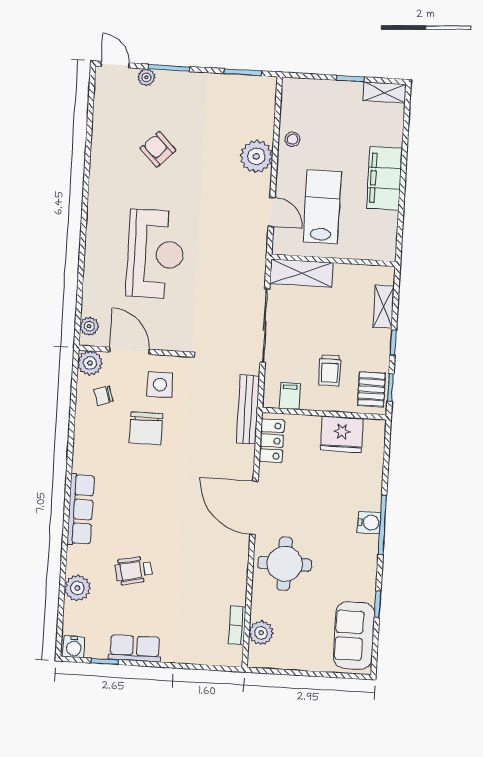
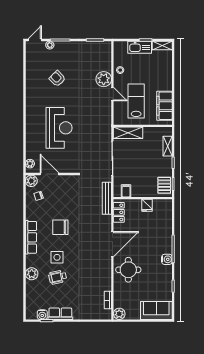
door: (115, 65) -> (35, 40), hinge flipped
kitchen sink: (337, 93) -> (140, 47), added
filing cabinet: (385, 178) -> (165, 106), moved
door: (272, 212) -> (112, 94), moved
trolley: (330, 370) -> (144, 178), removed
side table: (160, 385) -> (57, 257), moved
chair: (146, 428) -> (60, 227), moved, turned 90
fridge: (342, 434) -> (147, 205), width x0.53, depth x0.75
door: (254, 508) -> (112, 244), swing flipped
row of seats: (81, 509) -> (31, 237), moved
water cooler: (369, 522) -> (167, 259), moved
plant: (77, 588) -> (32, 274), moved
plant: (261, 633) -> (119, 314), moved
sofa: (354, 636) -> (156, 310), moved, turned 90
water cooler: (74, 647) -> (42, 315), moved

